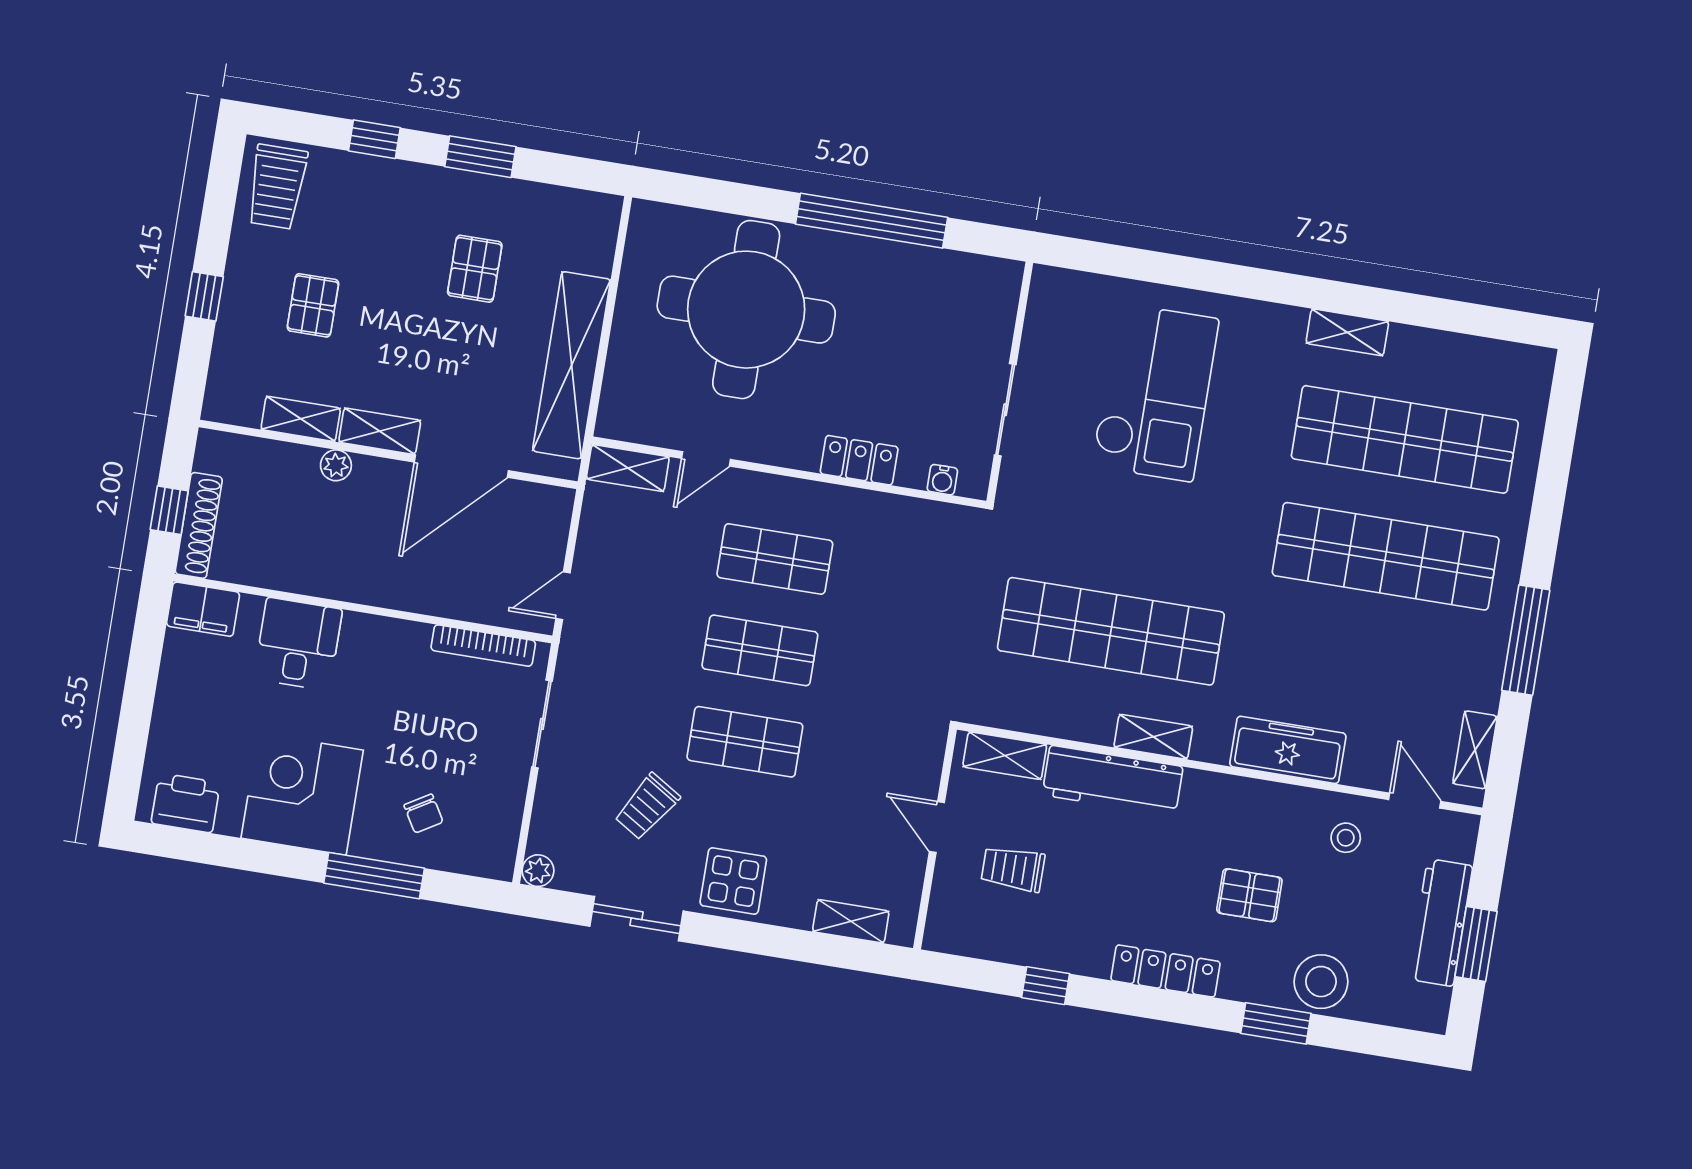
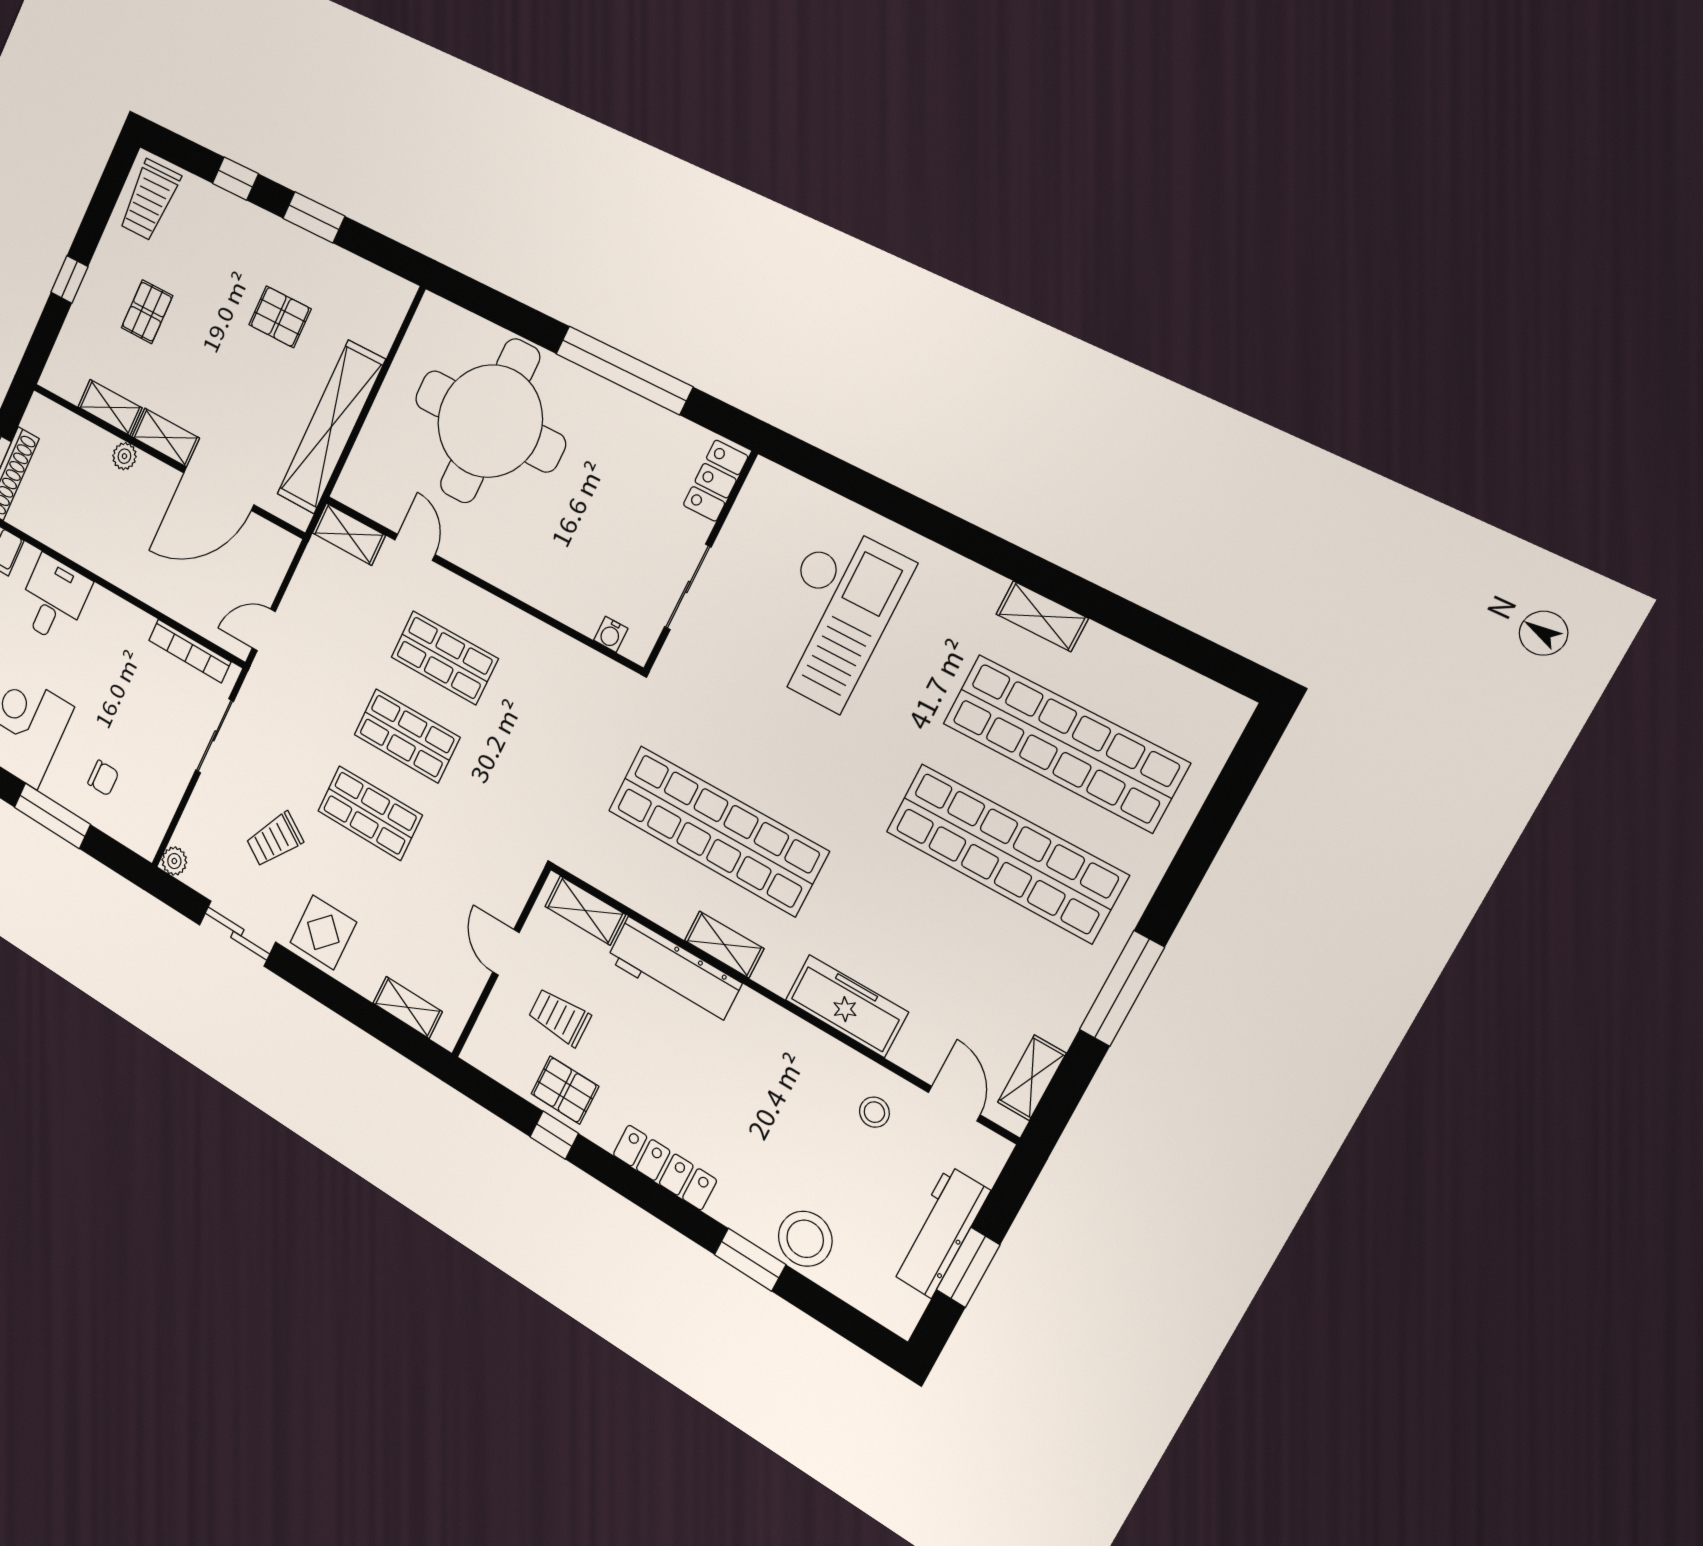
pallet: (475, 269) -> (280, 317), turned 90
door: (706, 459) -> (415, 547), swing flipped
locker: (859, 460) -> (716, 481), moved, turned -90
chair: (423, 814) -> (103, 778), turned -59
pallet: (1249, 895) -> (565, 1090), moved

